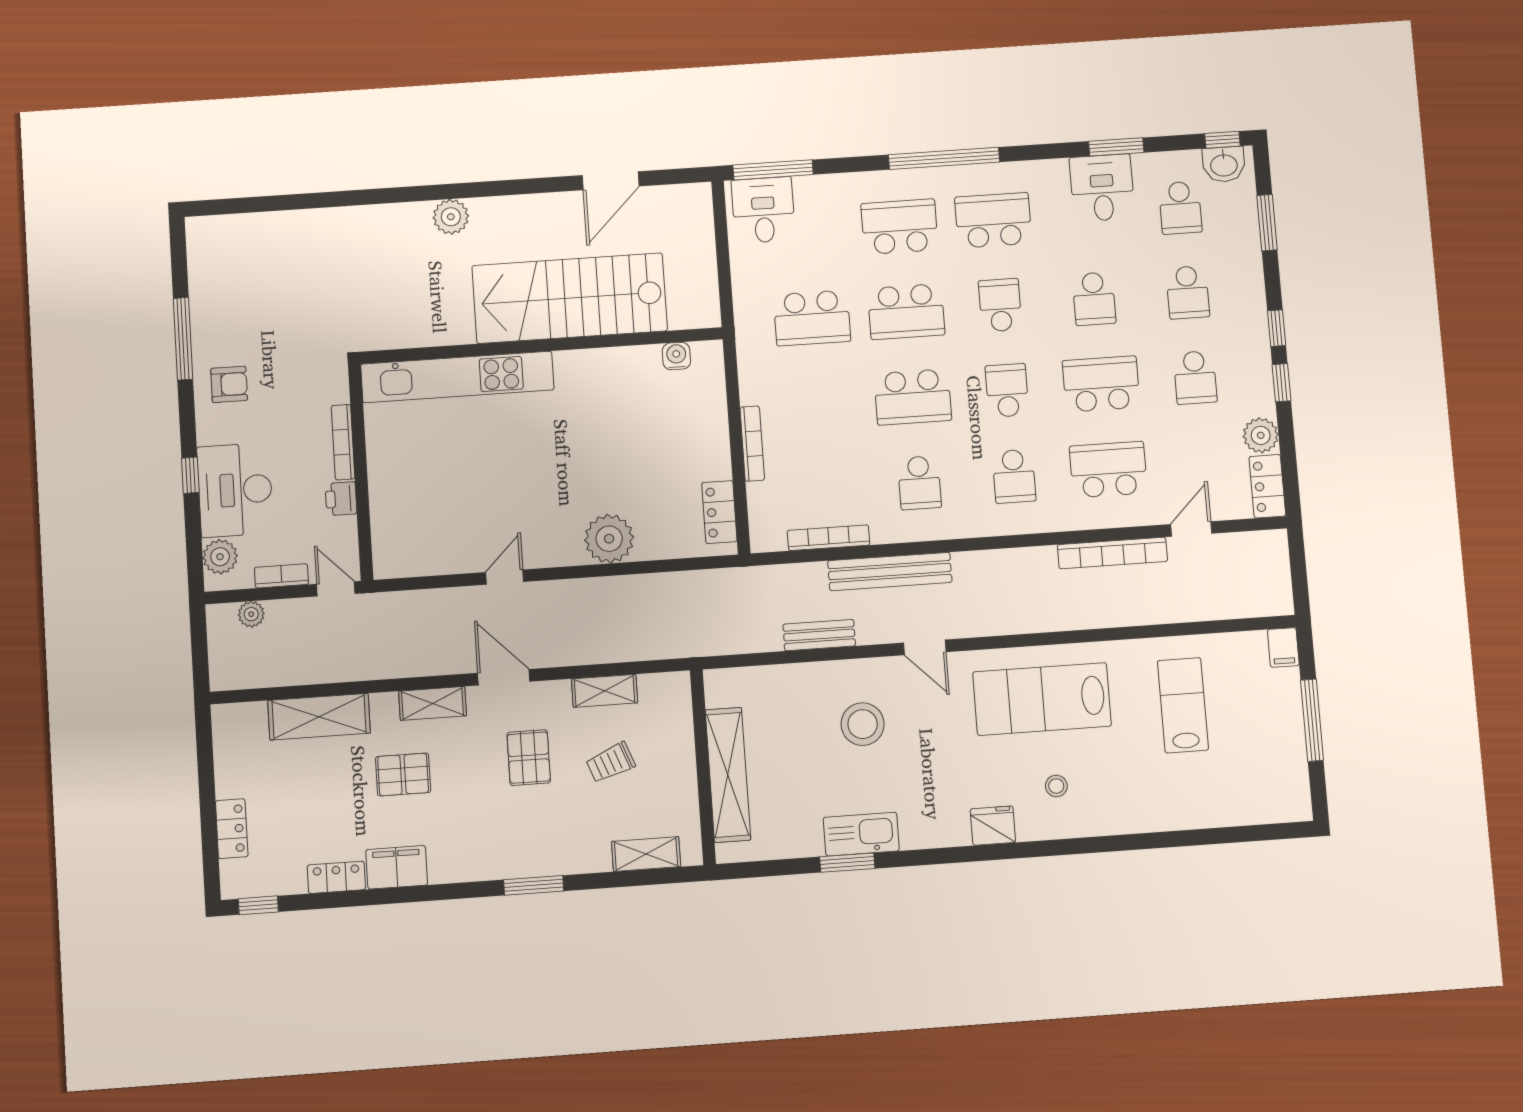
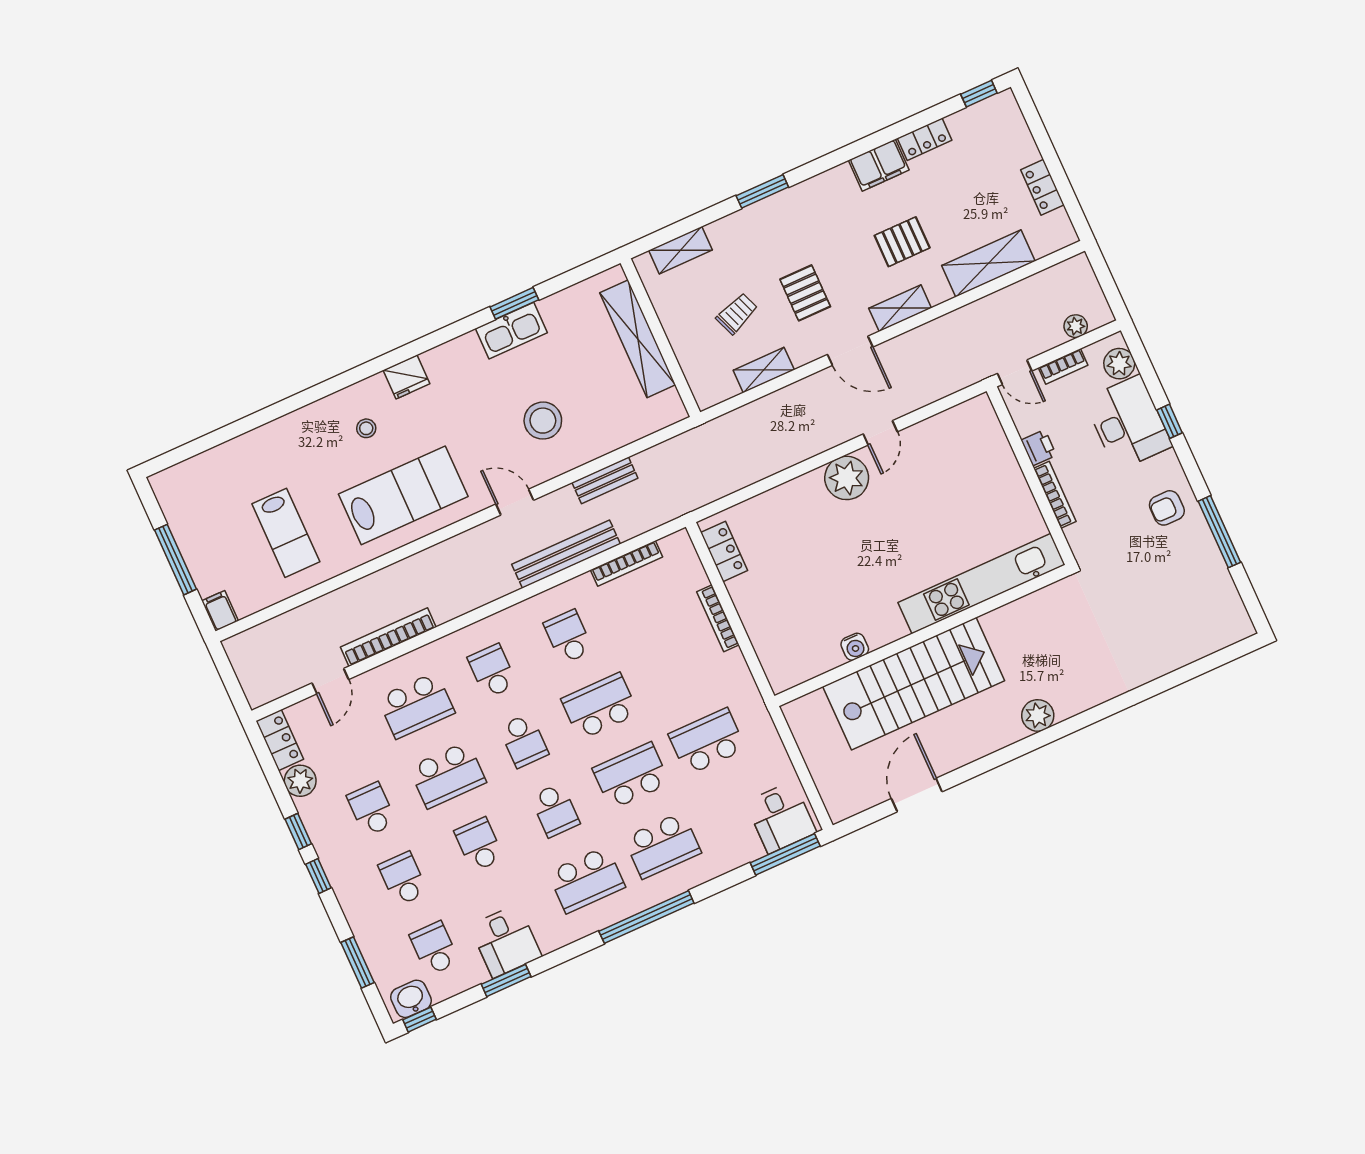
water cooler: (676, 356) -> (855, 647), moved
plant: (609, 539) -> (847, 478), moved
locker: (232, 829) -> (1042, 187), moved

